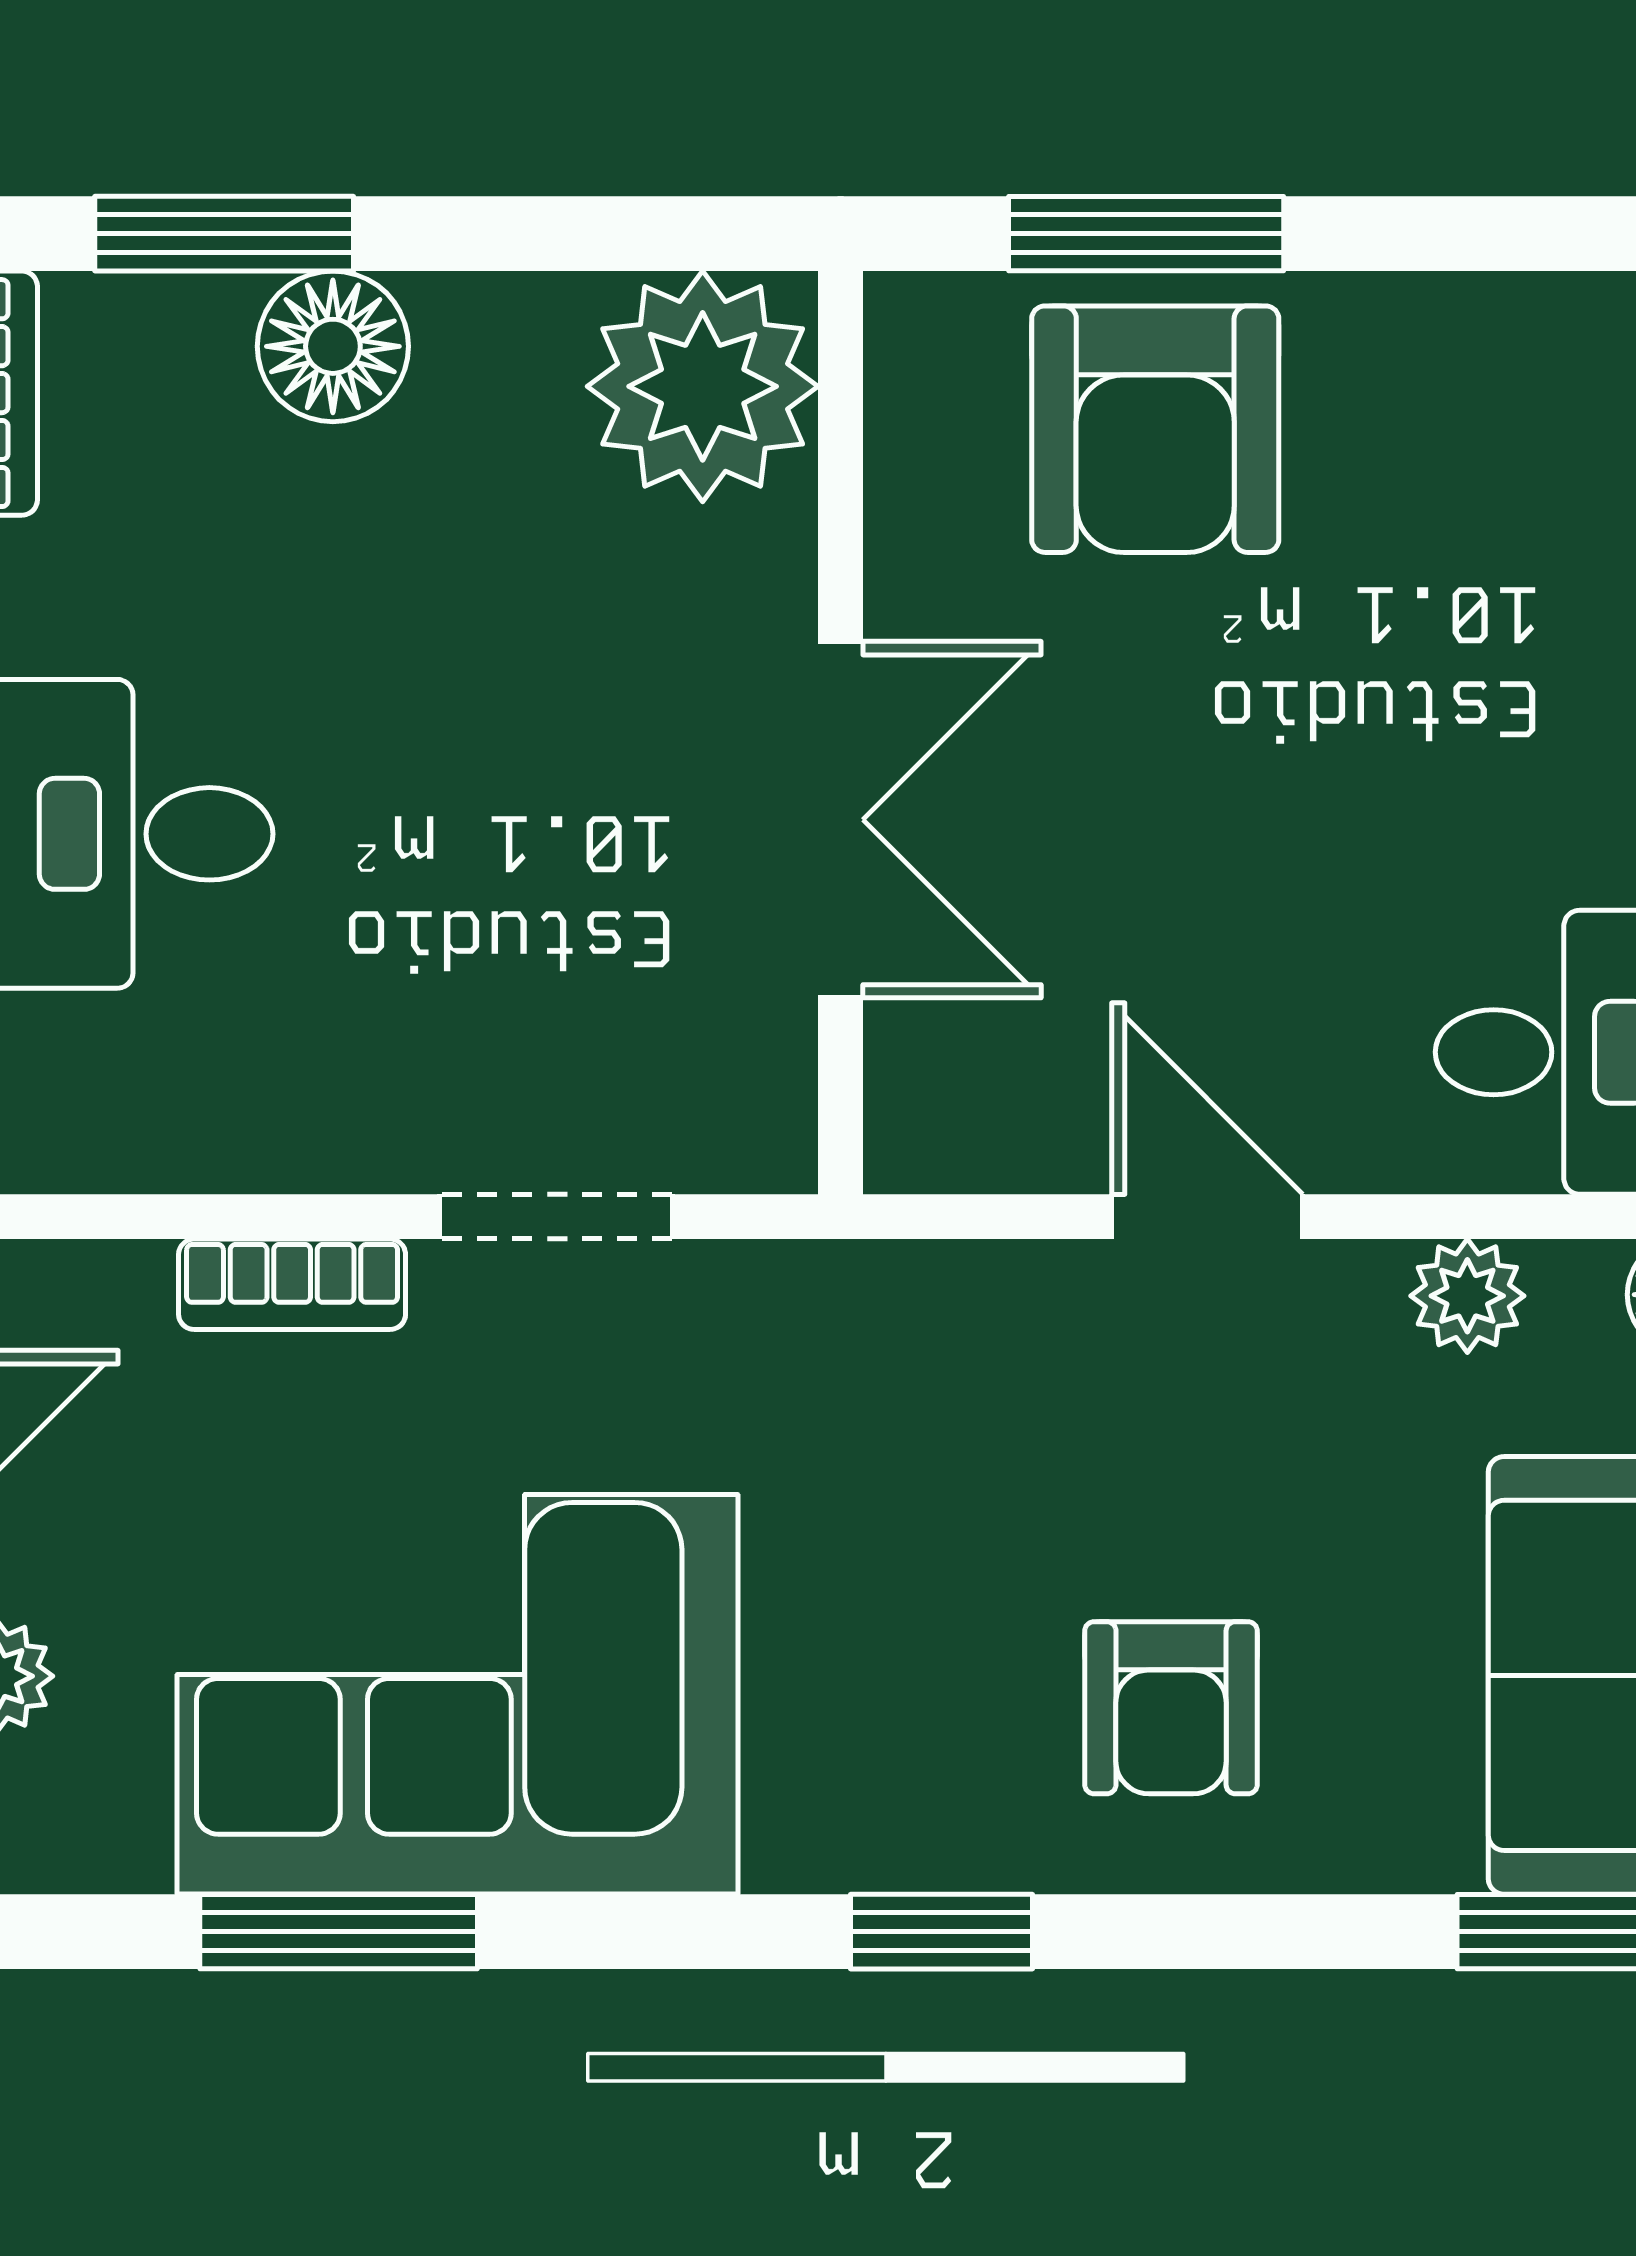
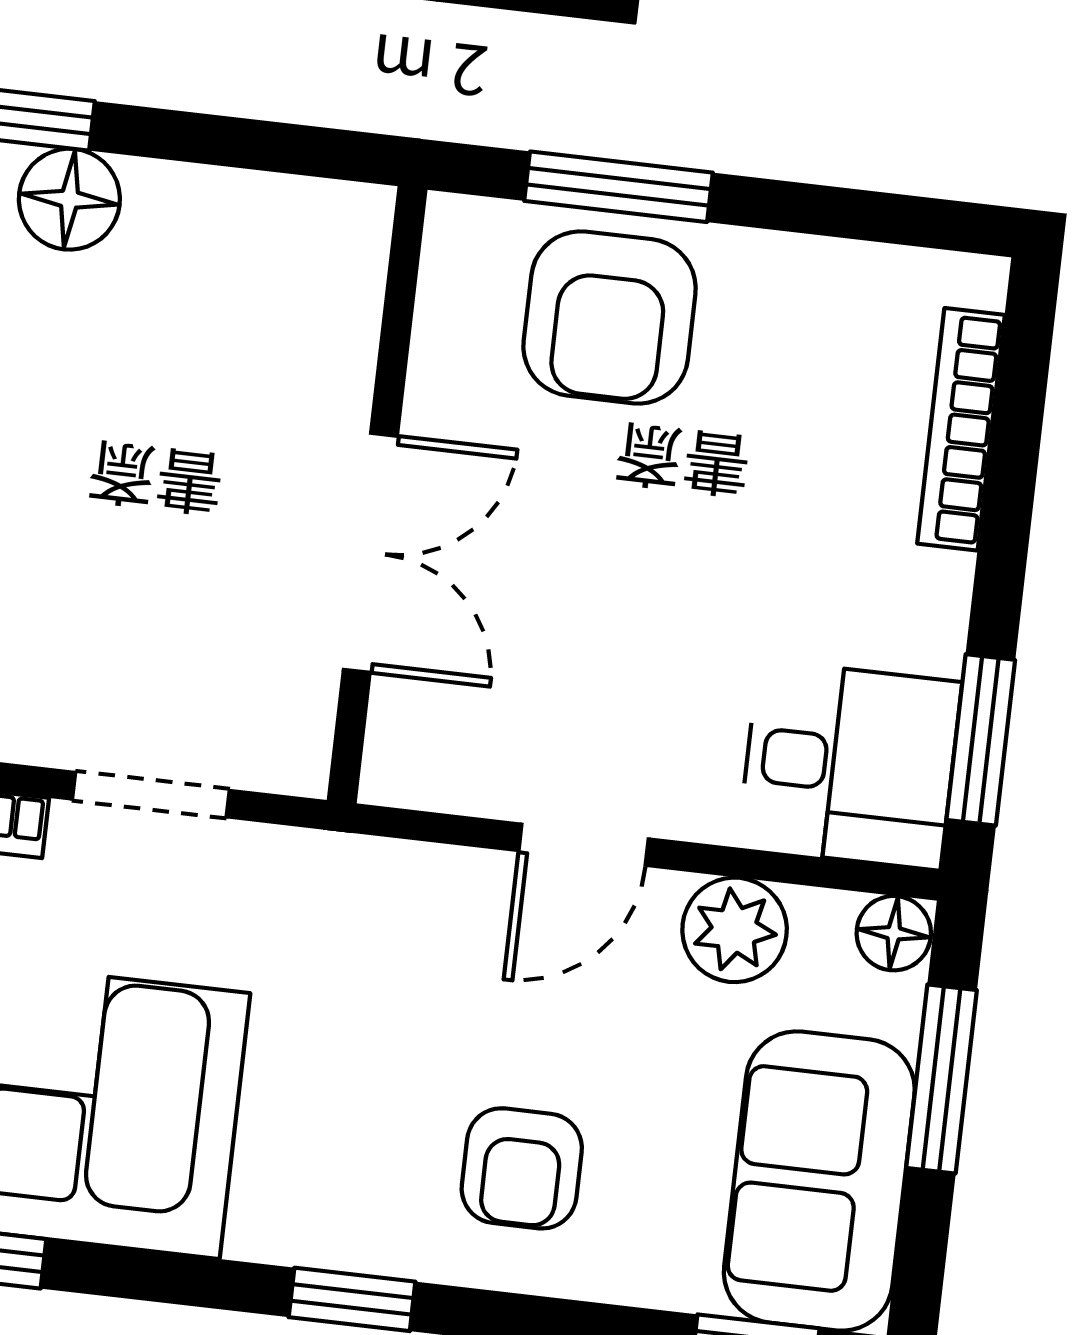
plant: (703, 386) -> (312, 254), removed
door: (1207, 1217) -> (584, 845), swing flipped
plant: (1467, 1296) -> (735, 930), width x1.38, depth x1.38

